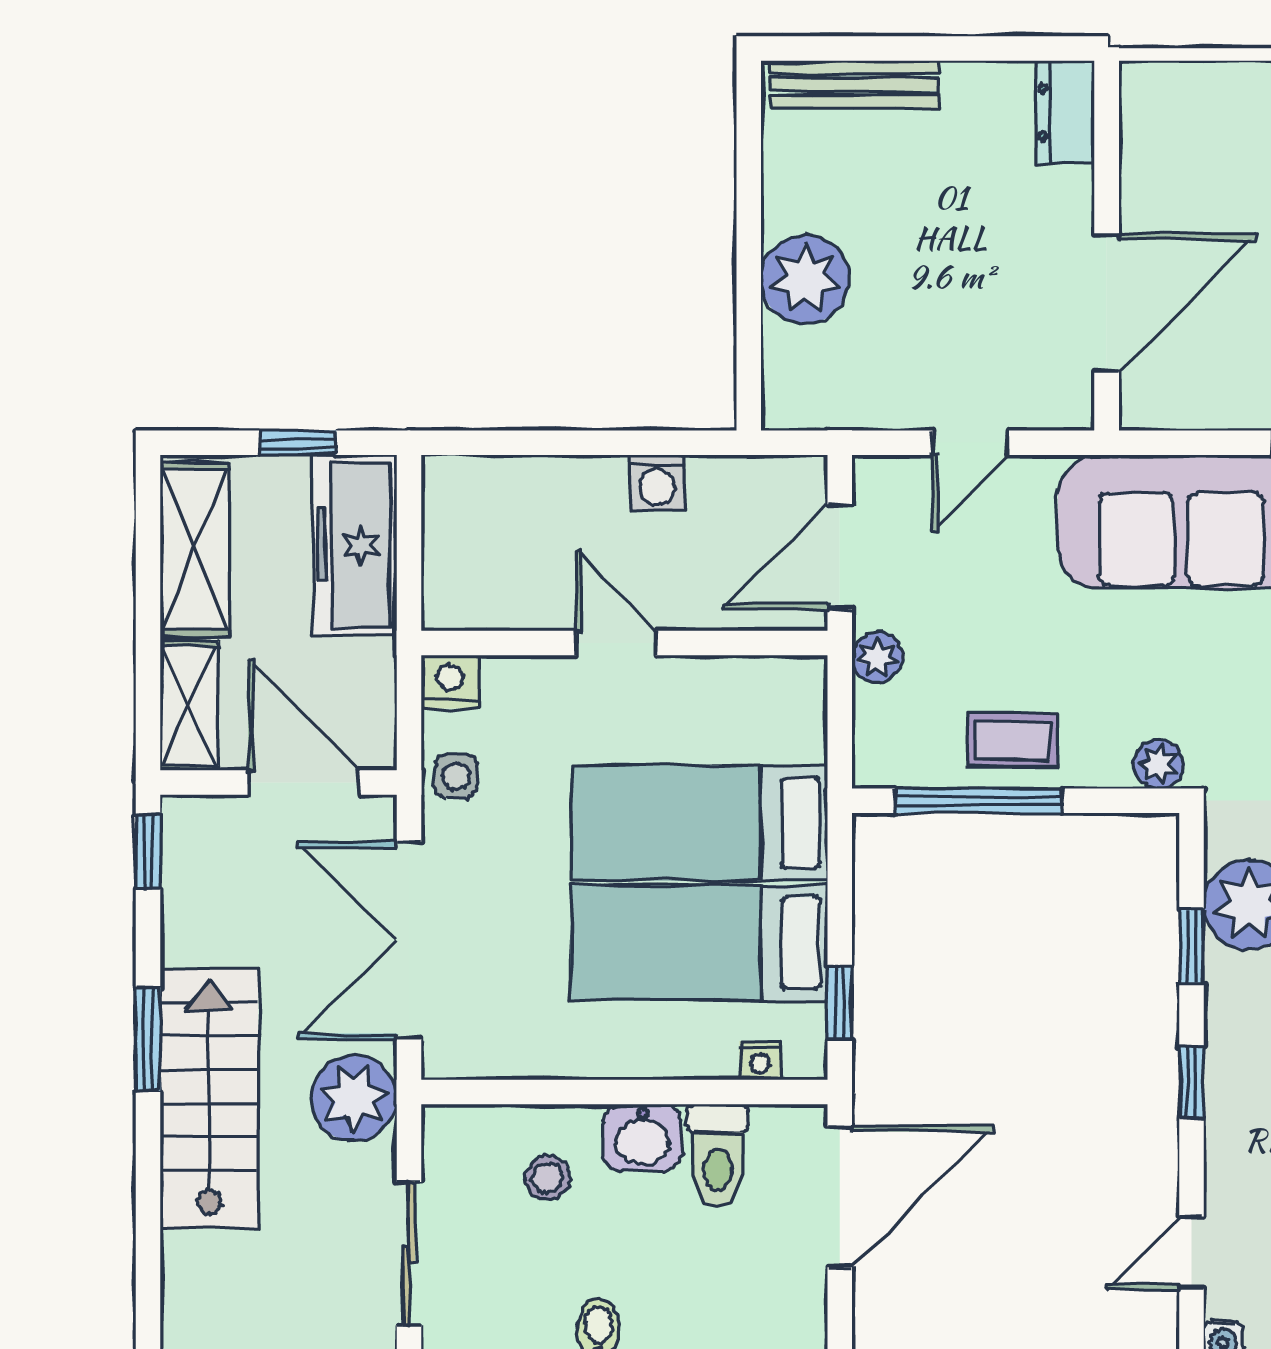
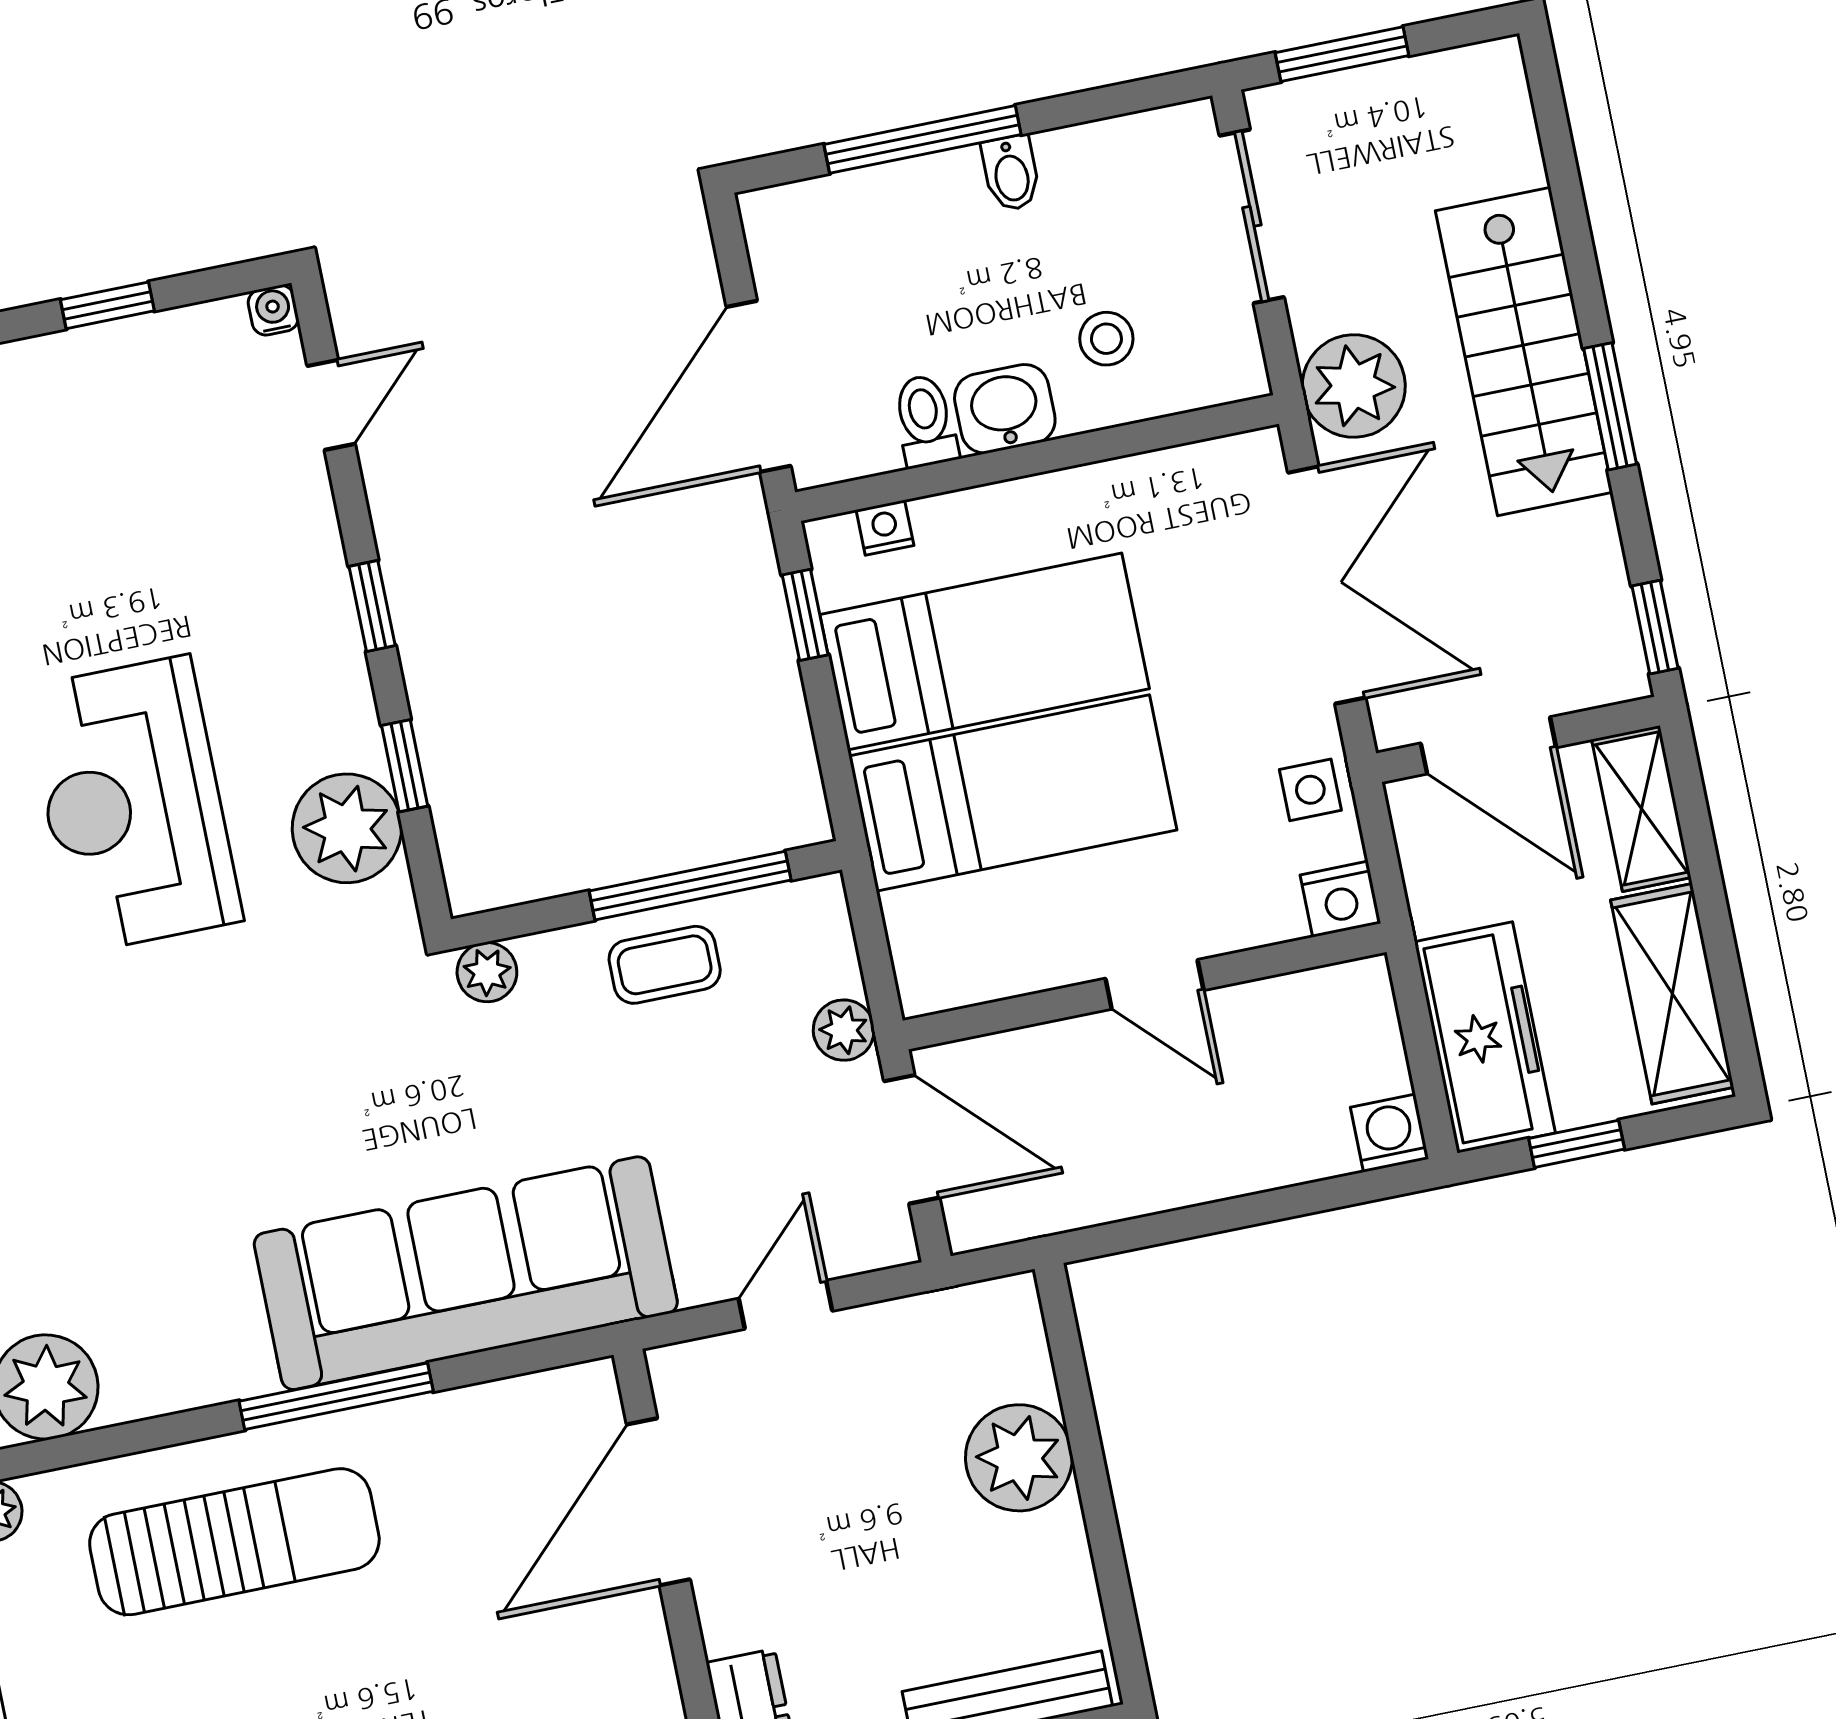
washing machine: (657, 483) -> (1390, 1133), moved
door: (840, 557) -> (912, 1139), hinge flipped
toilet: (718, 1155) -> (925, 421), width x0.73, depth x0.72

